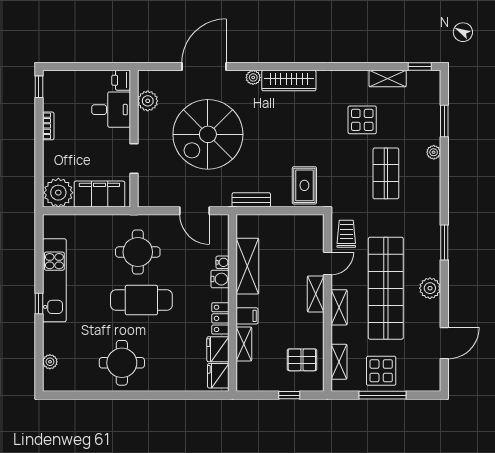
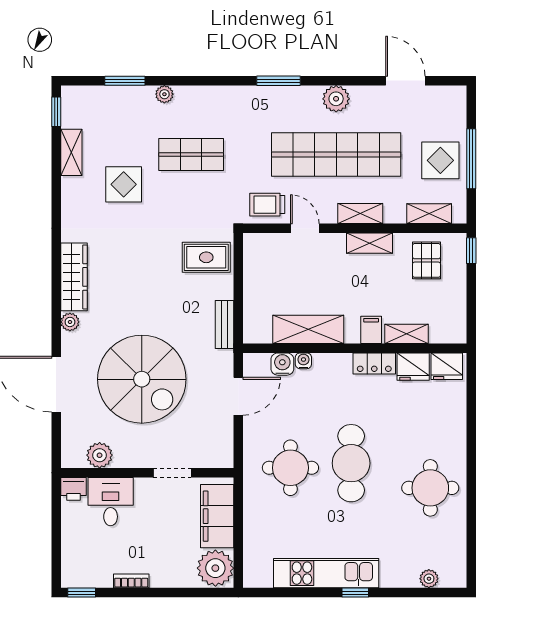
water cooler: (220, 279) -> (282, 364), moved
shelving: (316, 294) -> (369, 243), moved
window: (289, 395) -> (471, 251), moved

